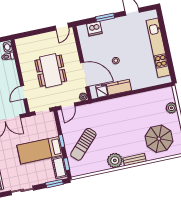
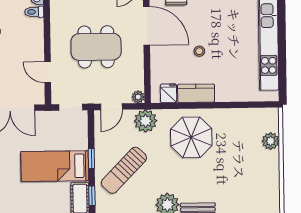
dining table: (51, 71) -> (96, 47), turned 90
door: (85, 75) -> (147, 26), moved
door: (24, 92) -> (48, 72), hinge flipped
plant: (91, 111) -> (146, 121), added
parasol: (159, 139) -> (191, 137), moved

